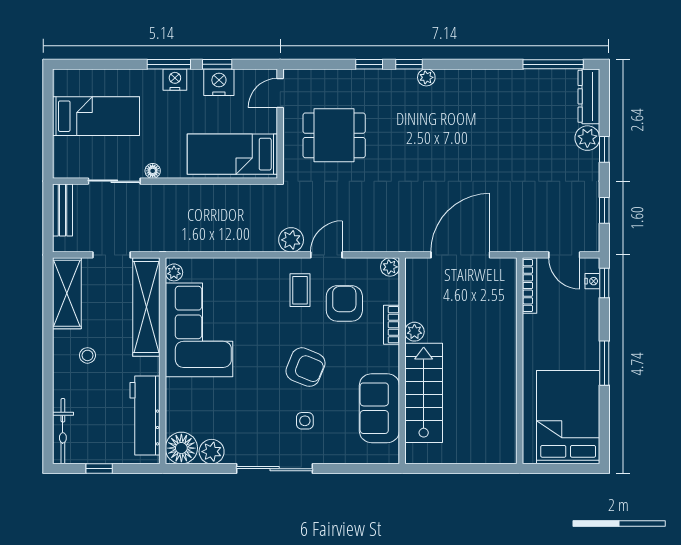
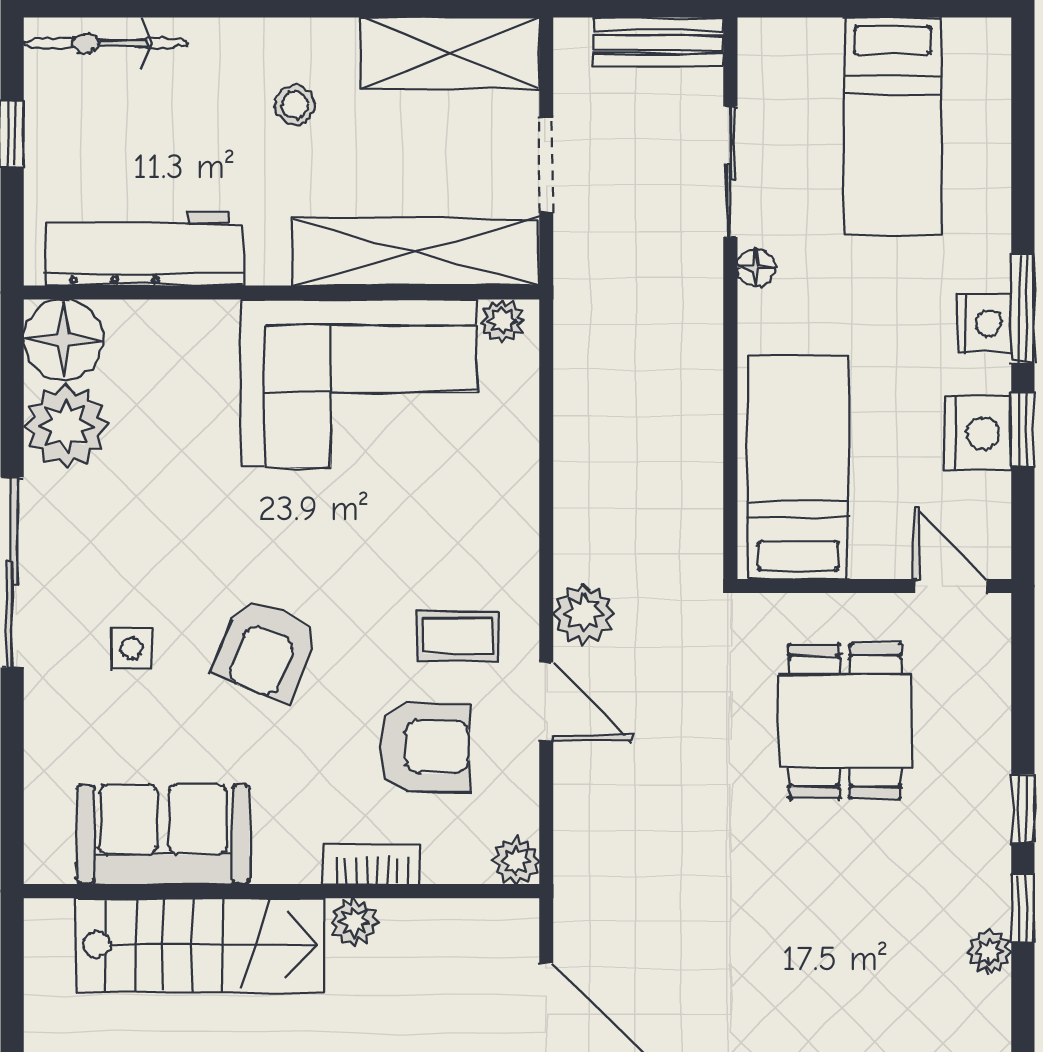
plant: (212, 452) -> (66, 426), width x1.36, depth x1.36

